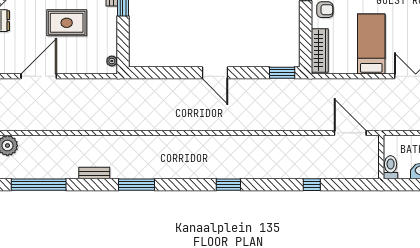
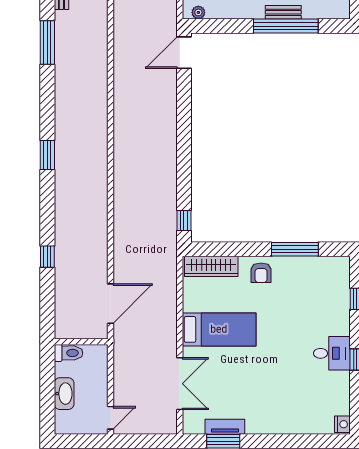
door: (215, 73) -> (184, 53), moved
window: (282, 73) -> (184, 220), width x0.67

